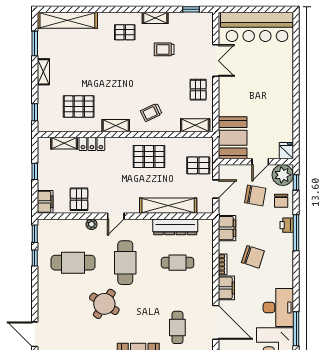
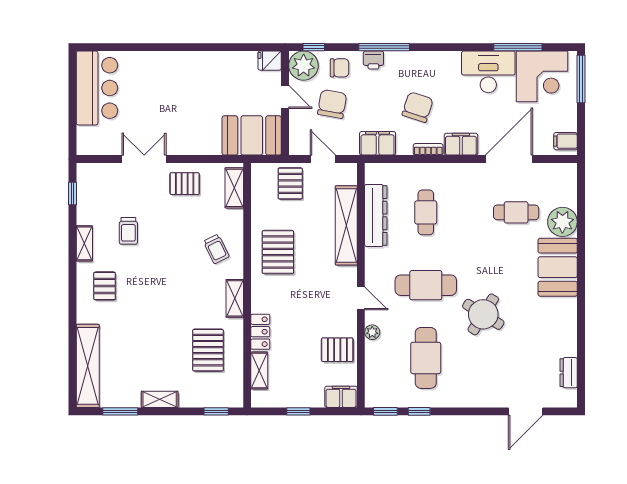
bar counter: (257, 27) -> (97, 88), width x0.73

